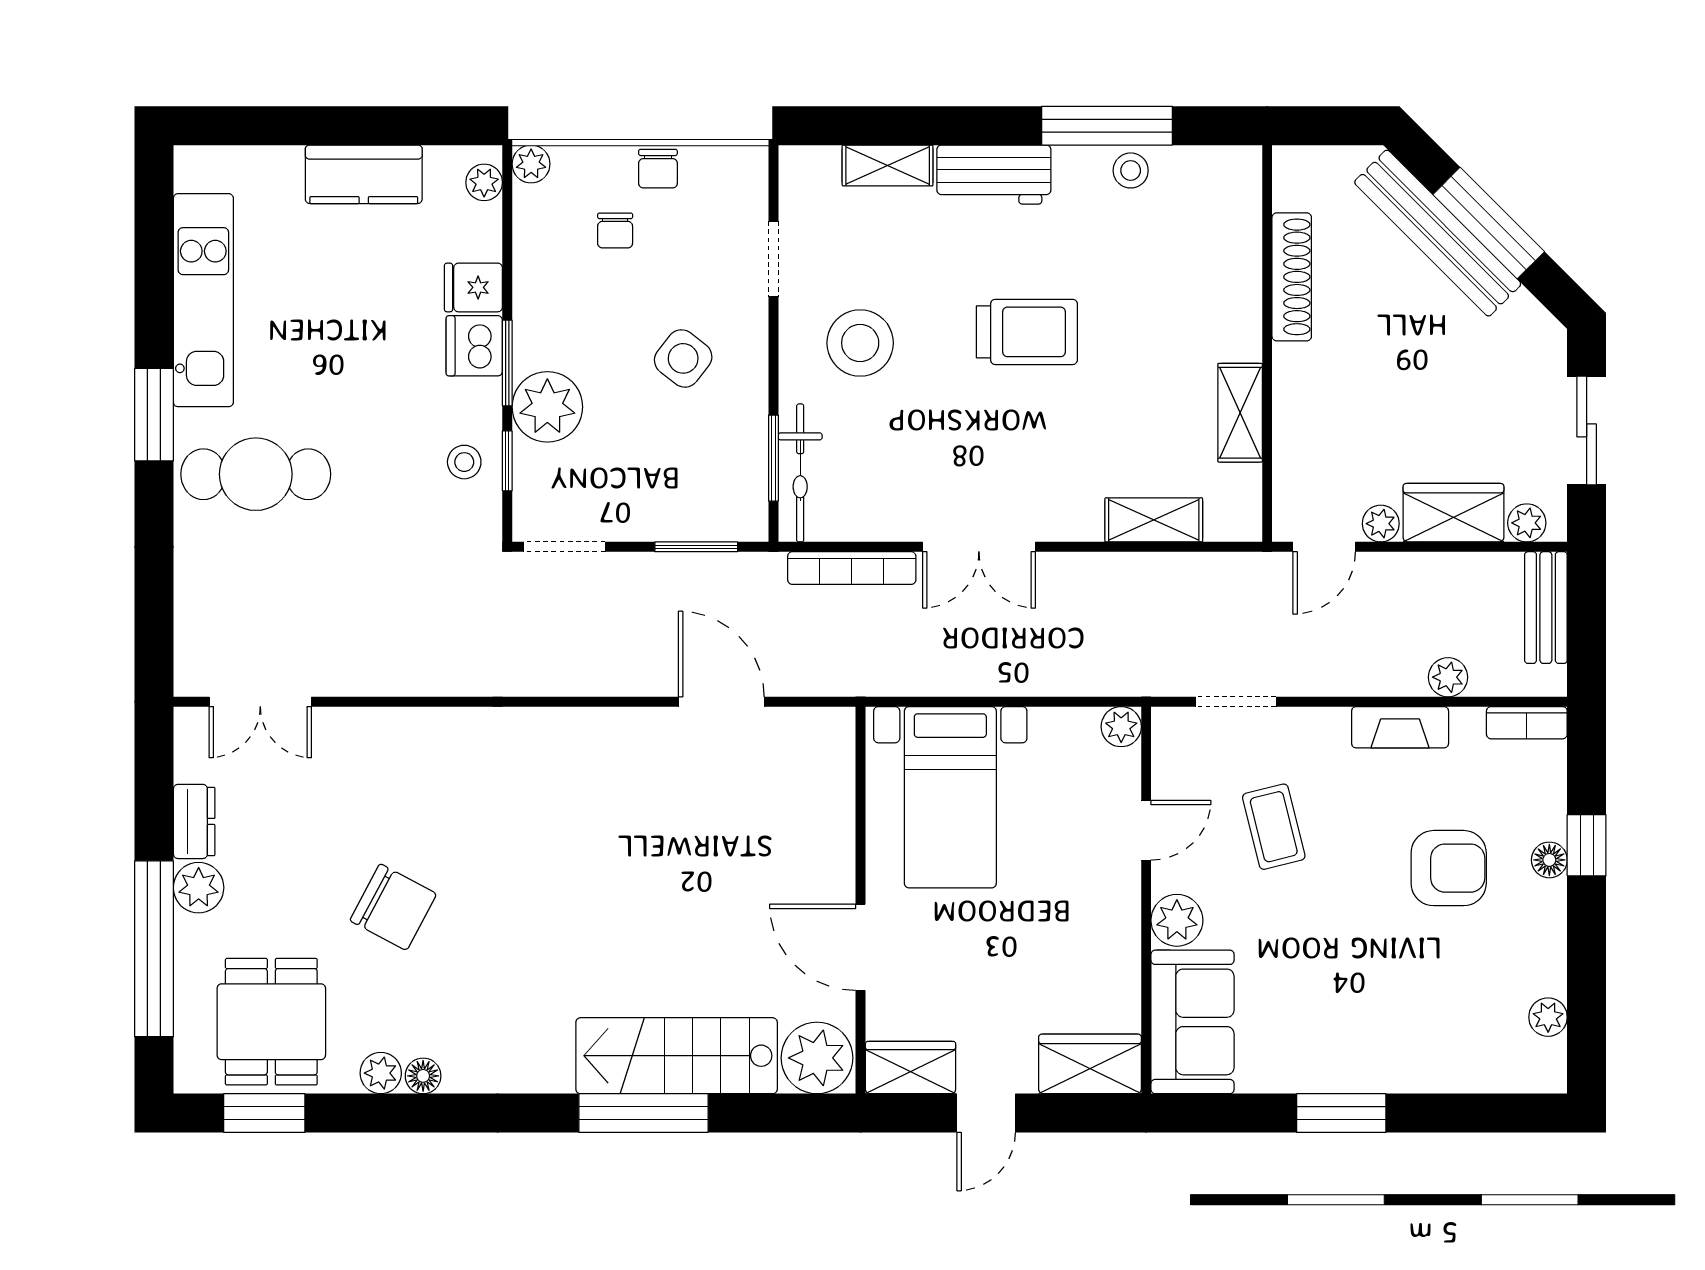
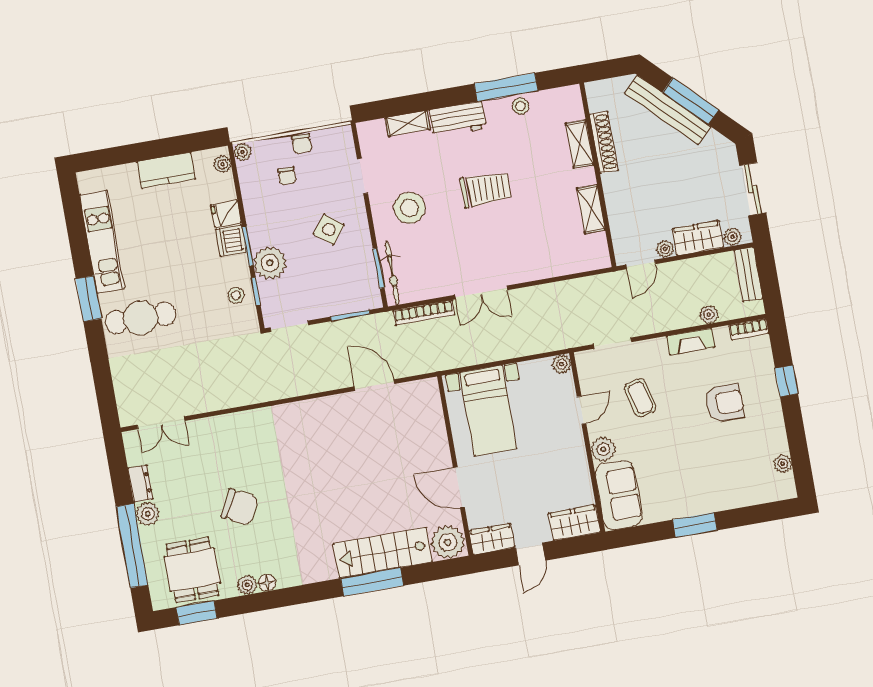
shelving: (1154, 520) -> (580, 144), moved, turned 90
floor lamp: (1549, 860) -> (770, 391), removed

